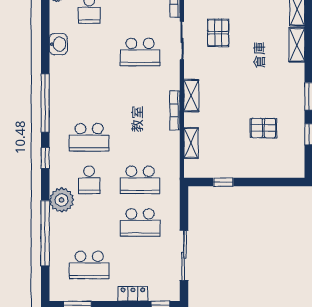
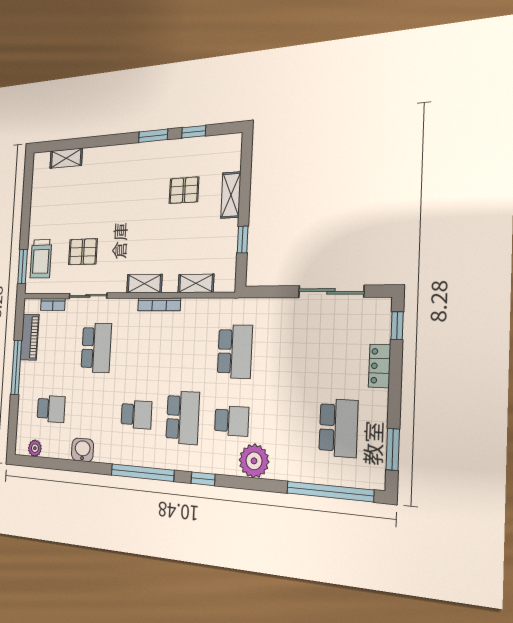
shelving: (297, 45) -> (231, 195), moved, turned 90
pallet: (263, 128) -> (184, 190), turned 90
school desk: (140, 222) -> (136, 415), moved, width x0.54
window: (45, 233) -> (330, 492), moved

